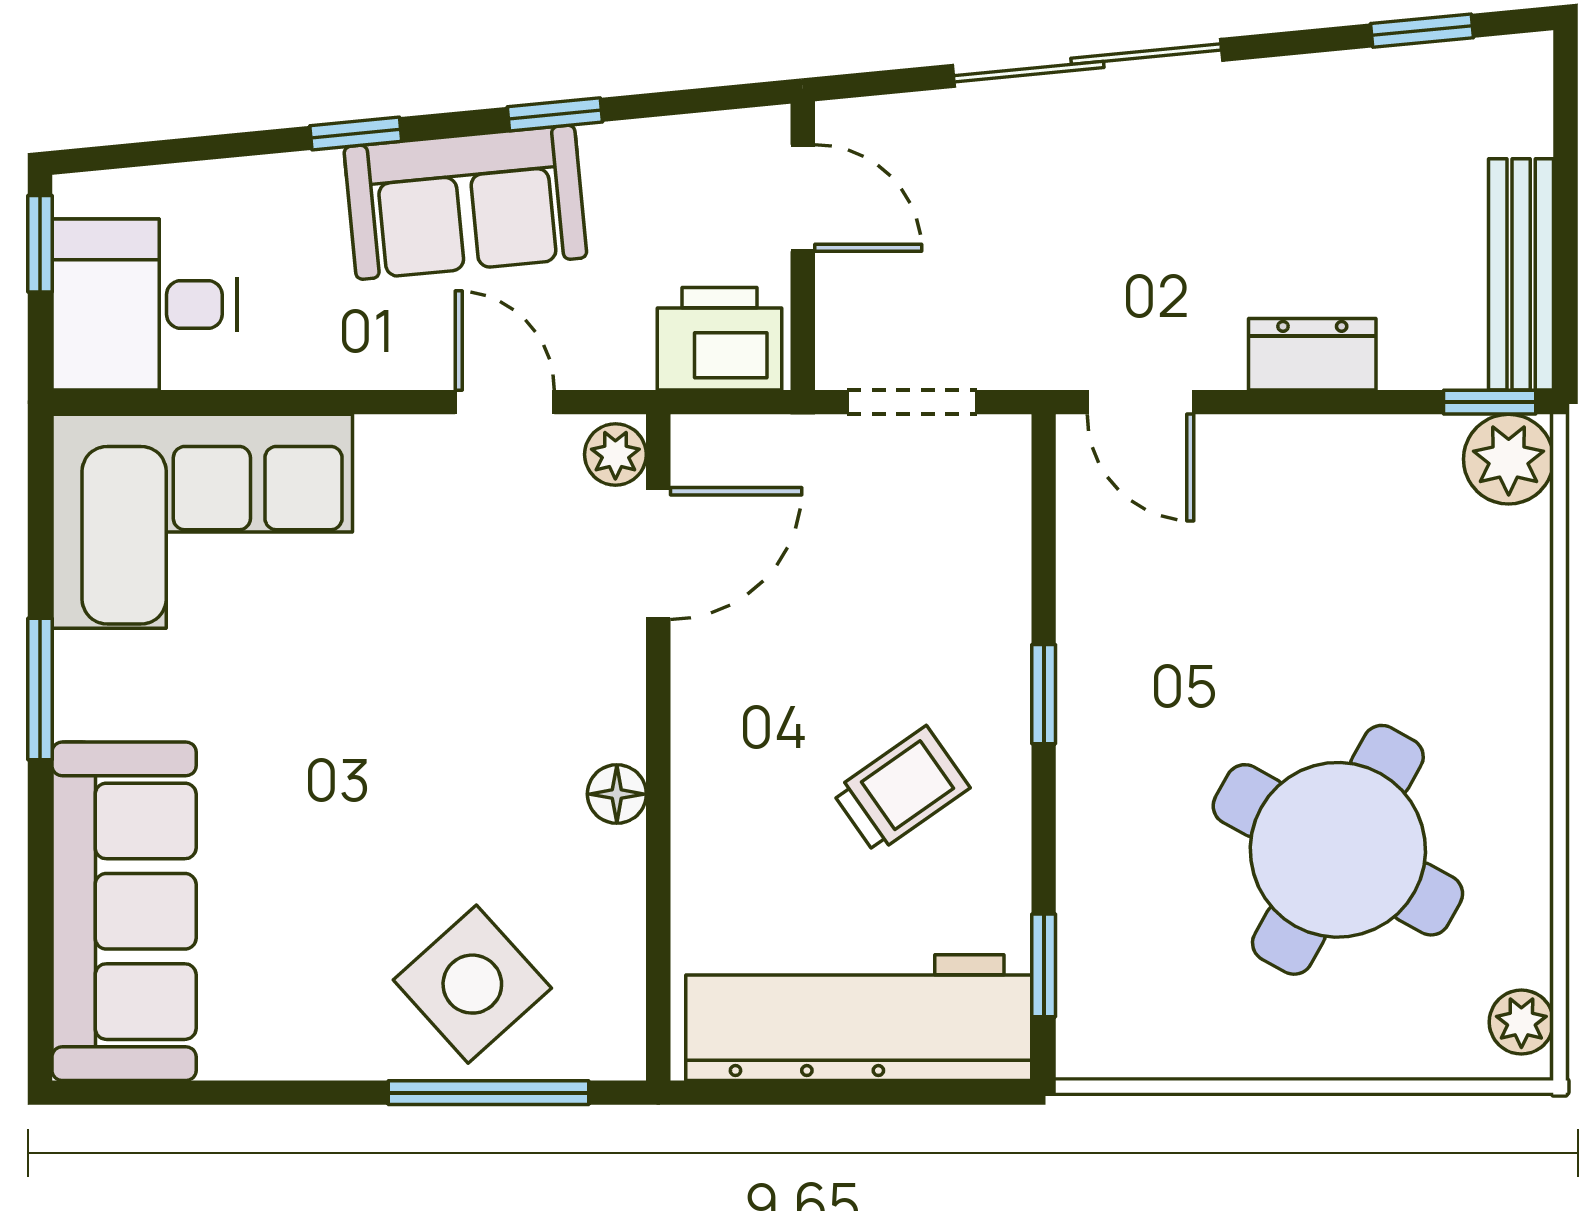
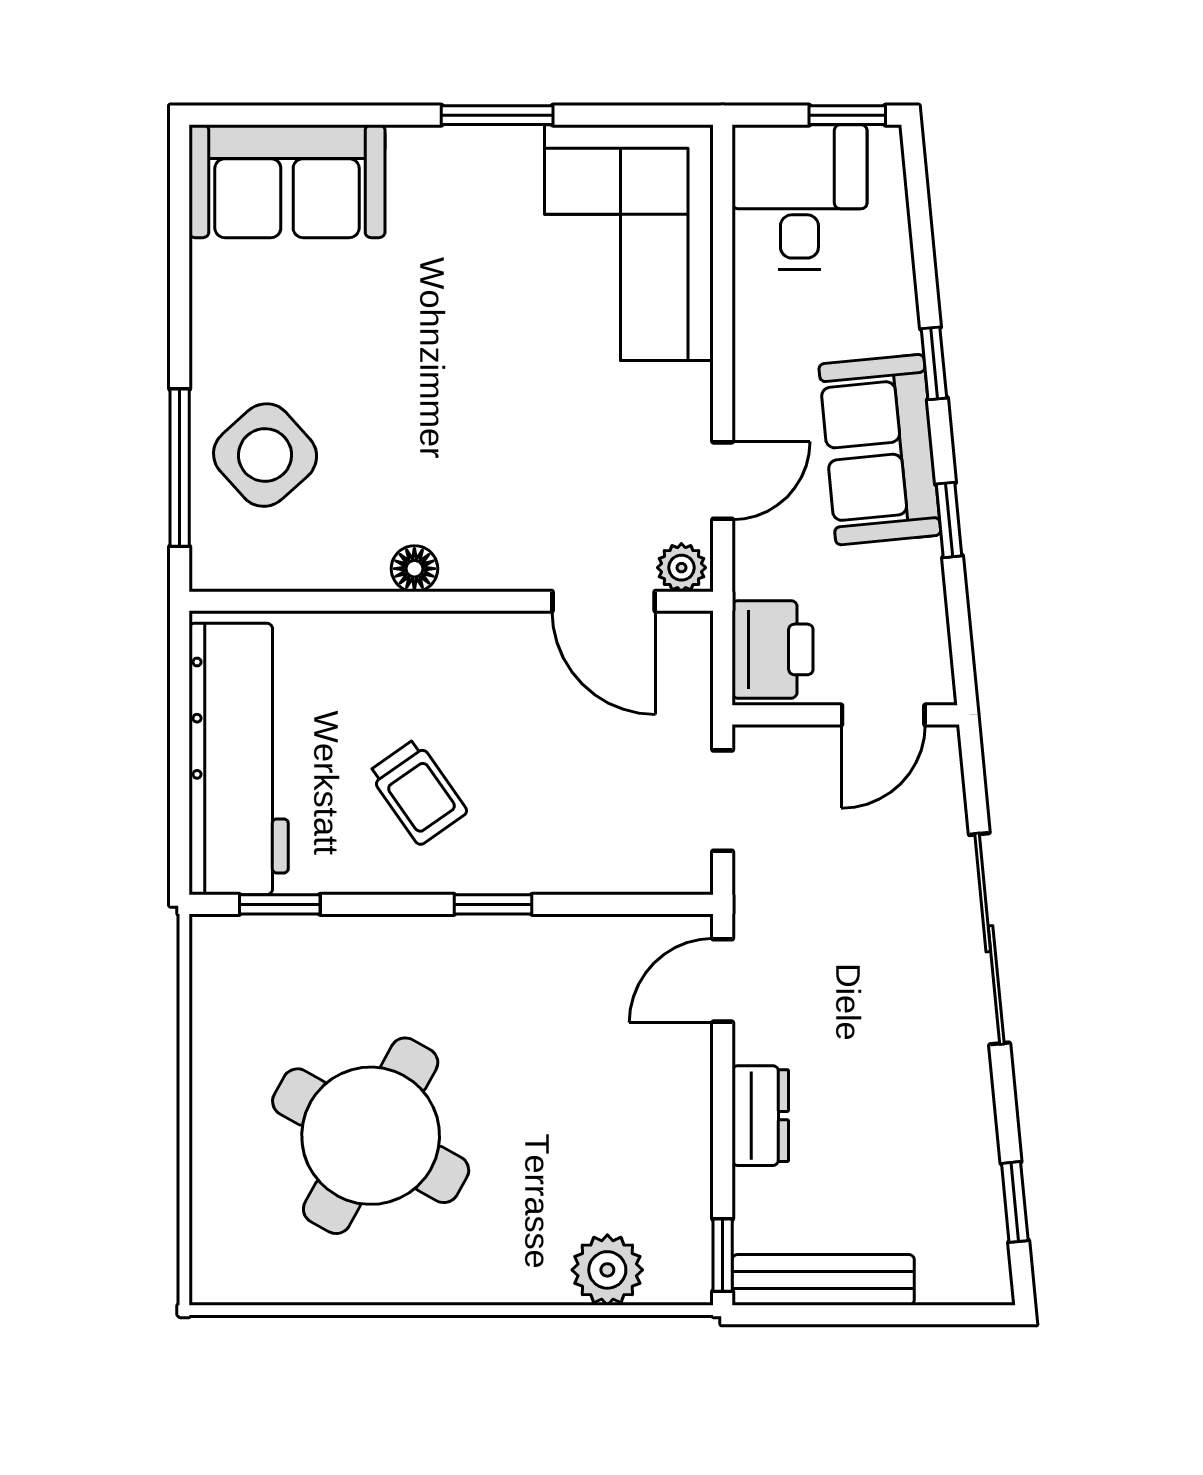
plant: (1509, 459) -> (607, 1270), moved
sofa: (124, 911) -> (287, 181), width x0.73
plant: (1521, 1022) -> (235, 1280), removed

